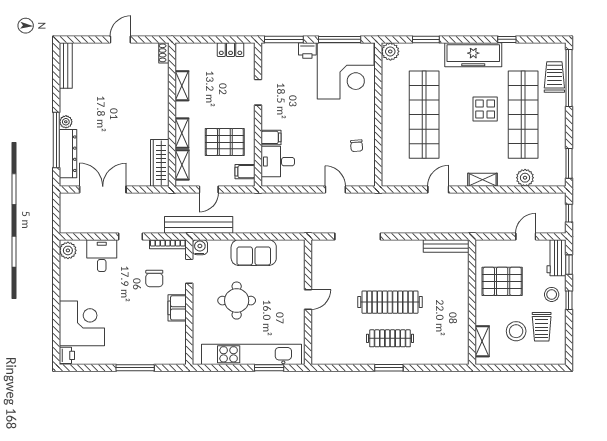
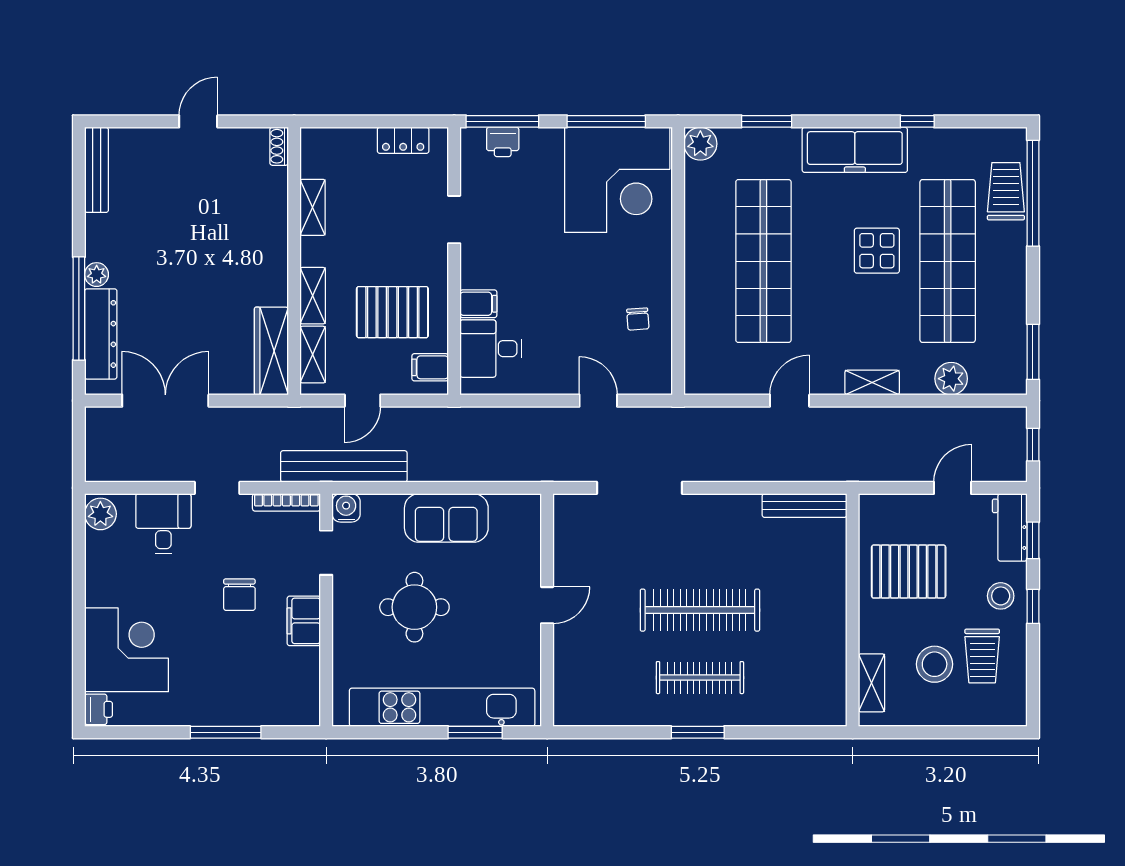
printer: (307, 51) -> (503, 142), moved
chair: (154, 279) -> (239, 595), moved

